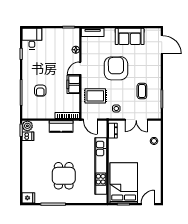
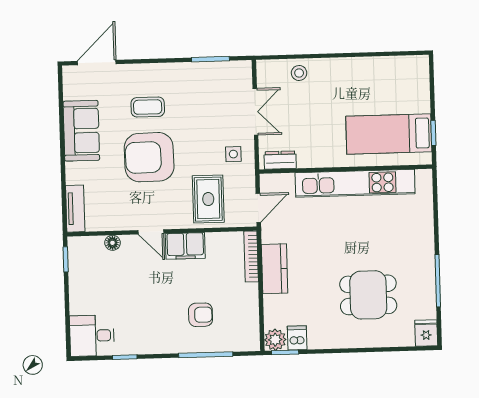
coffee table: (142, 91) -> (148, 107), moved
dining table: (64, 176) -> (368, 295), moved
bed: (124, 183) -> (389, 134), width x0.67
door: (148, 204) -> (432, 82), removed

